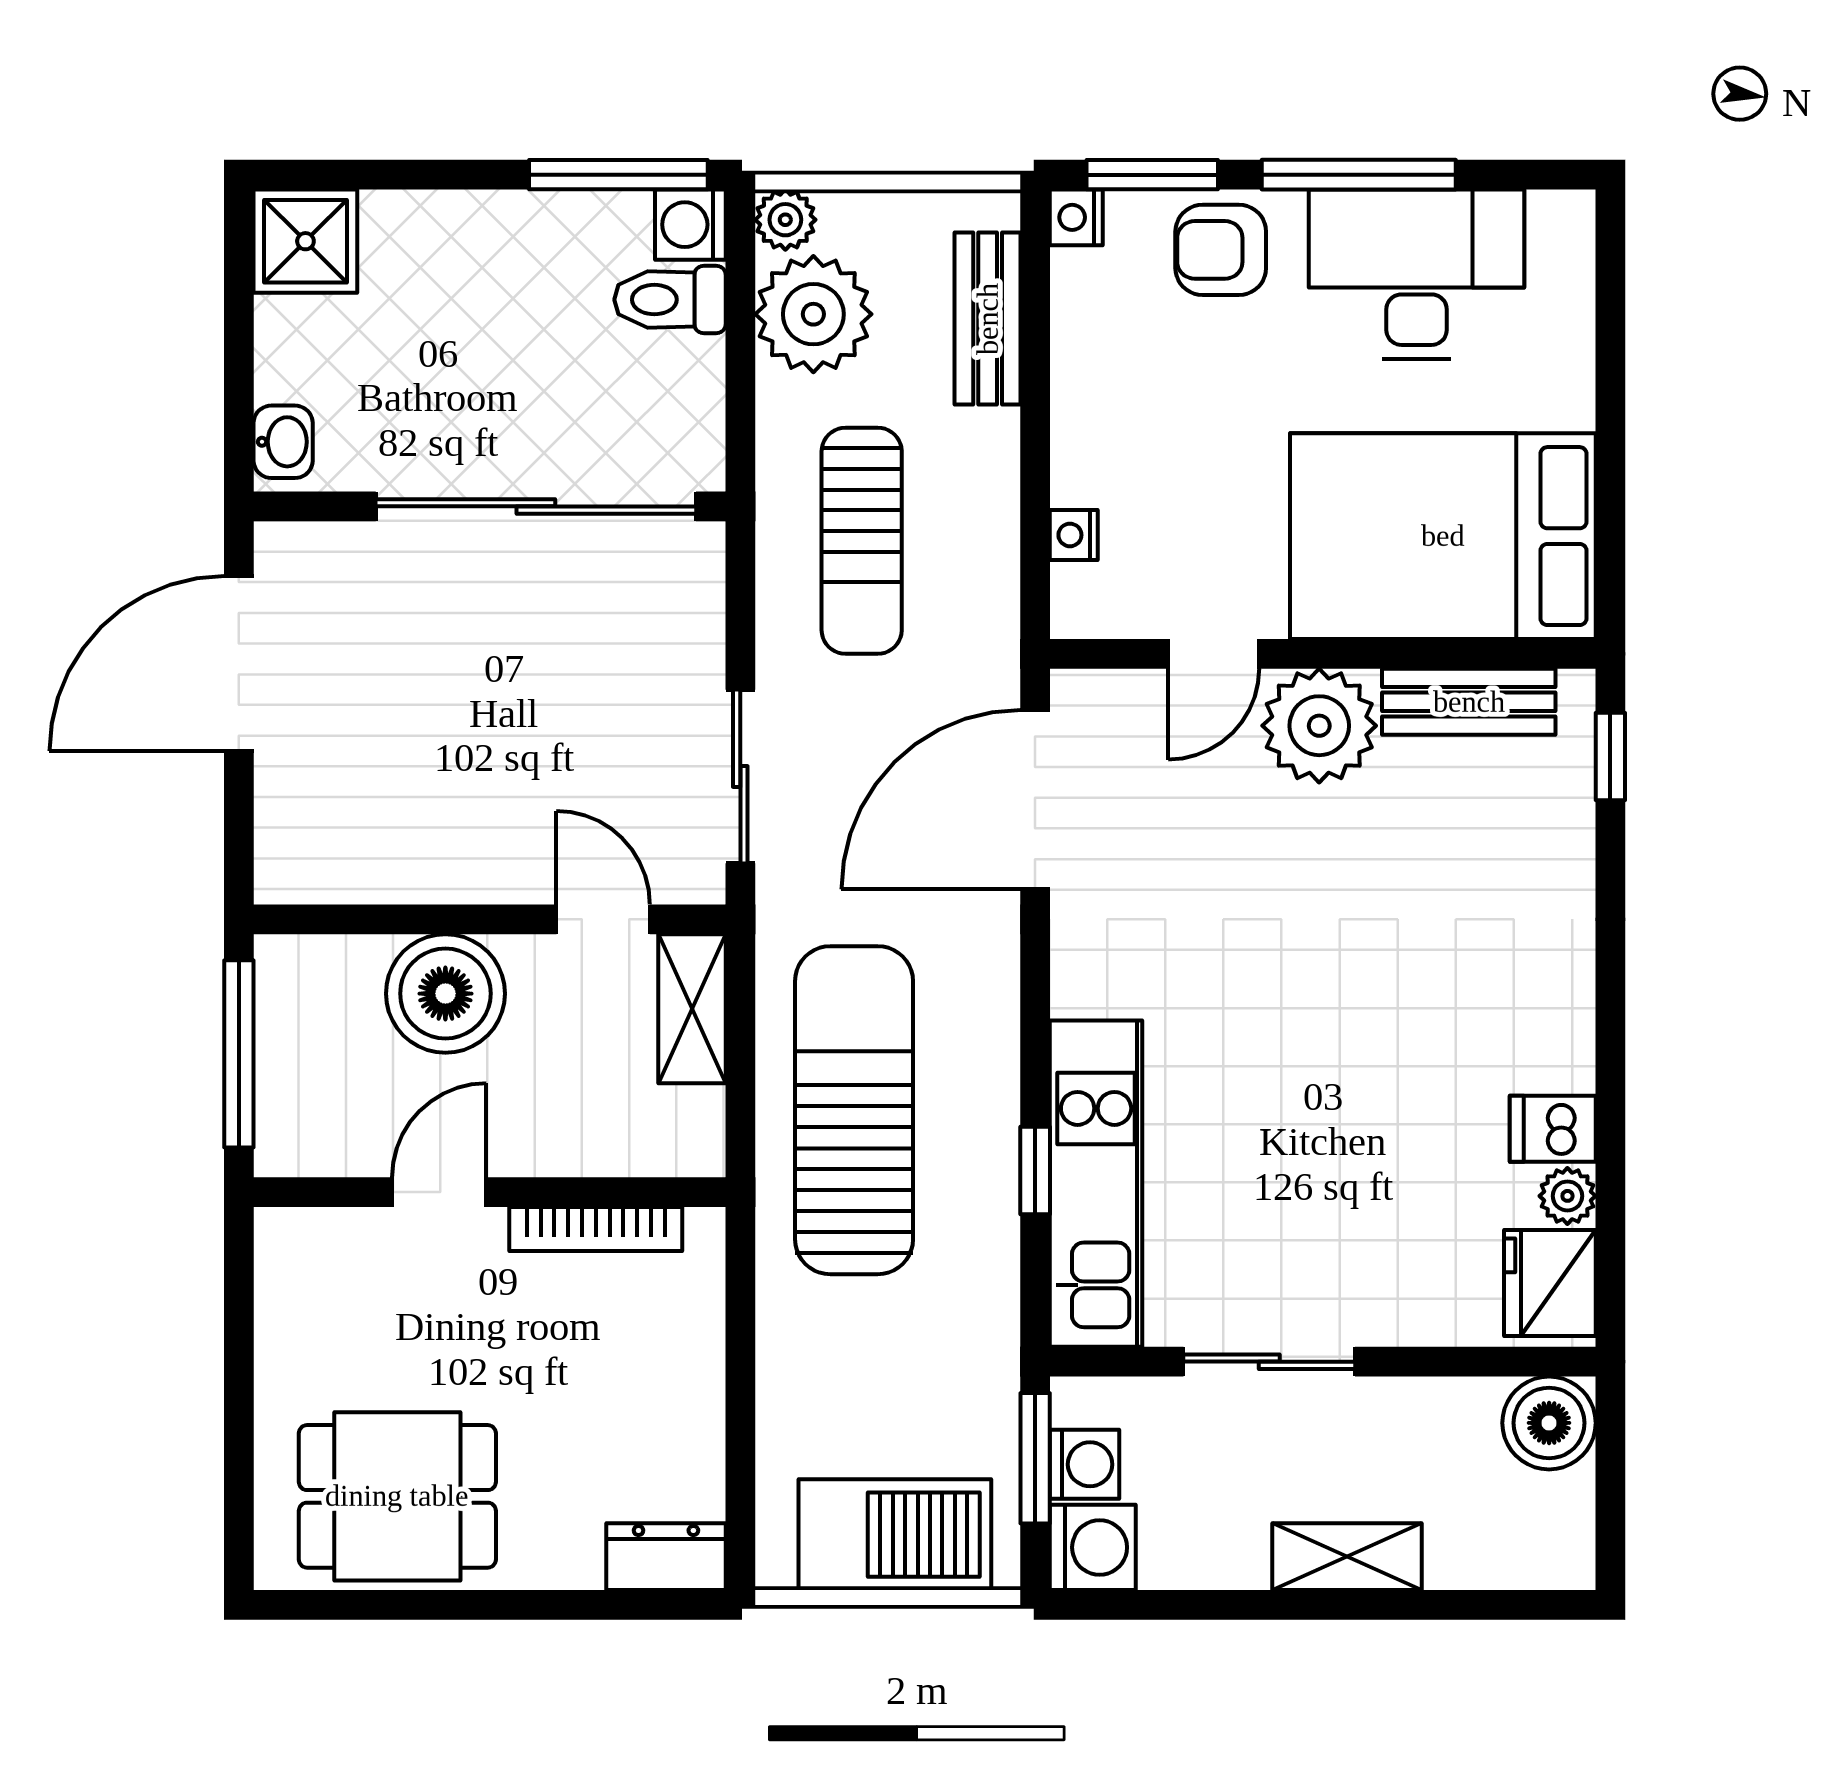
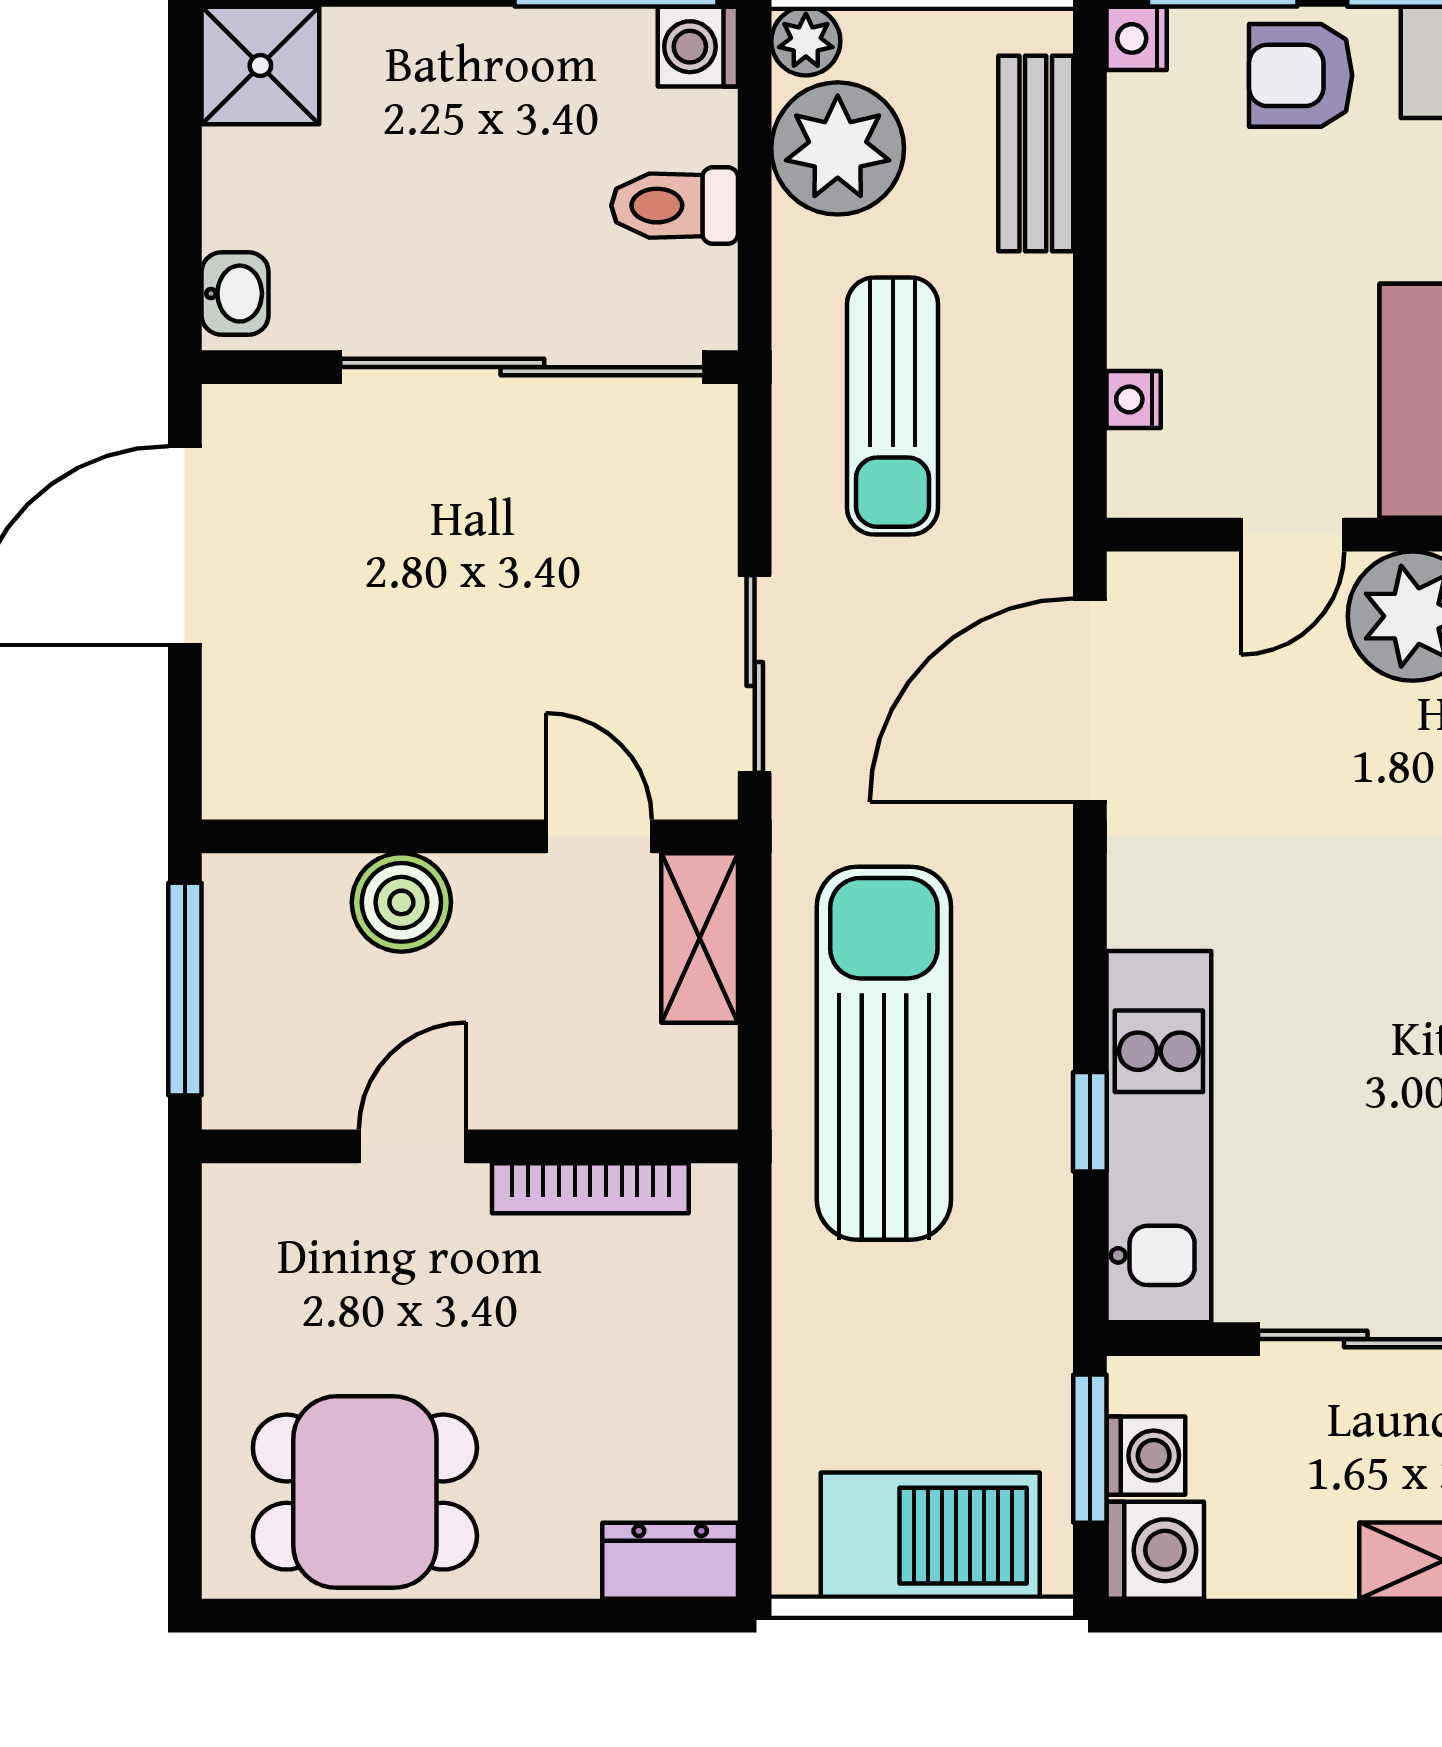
toilet: (670, 300) -> (675, 206), moved
boiler: (445, 994) -> (401, 902), width x0.73, depth x0.73

